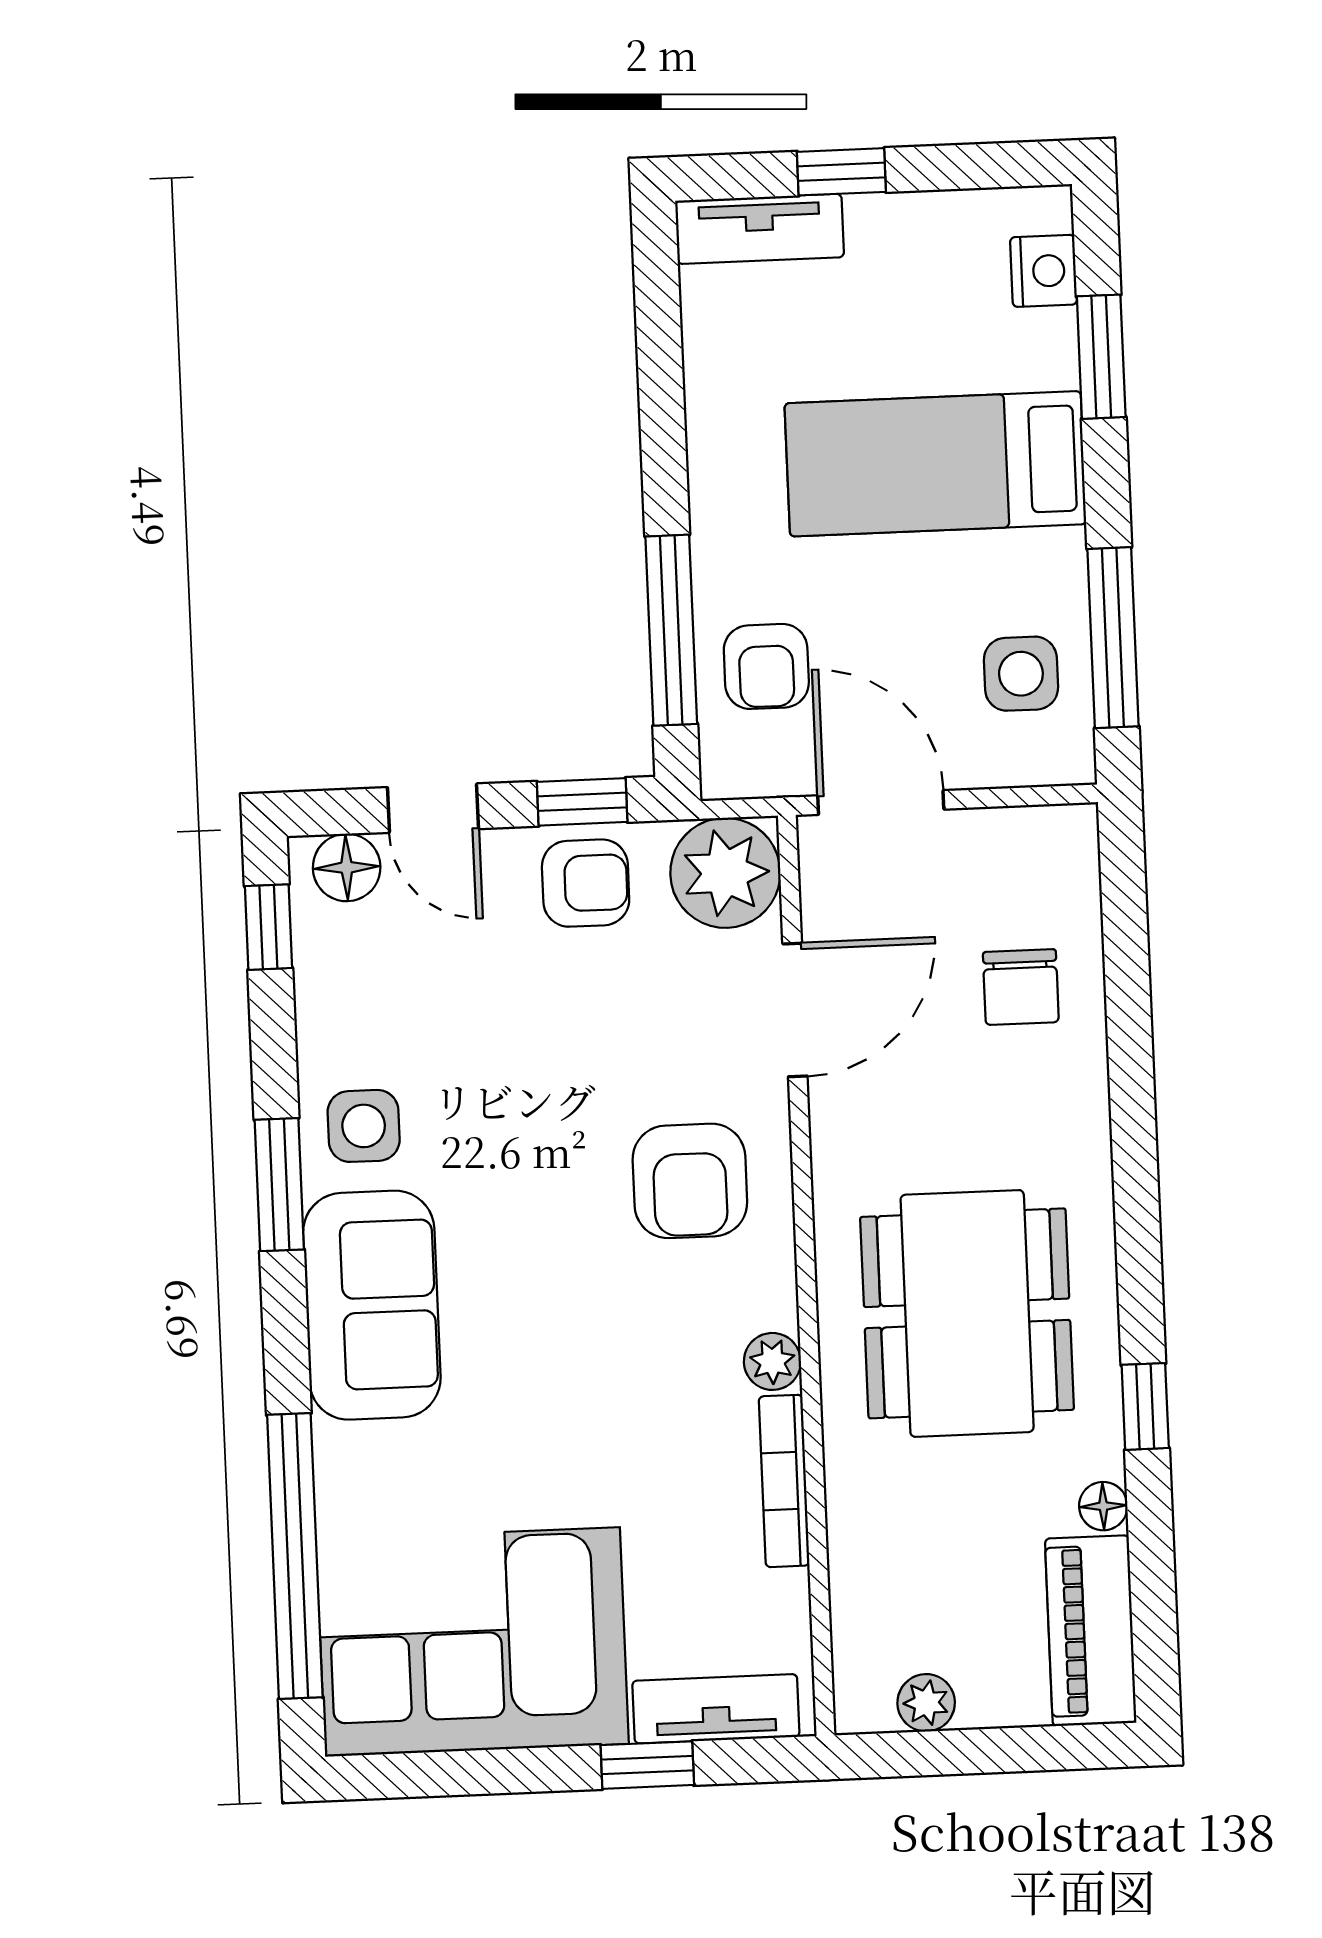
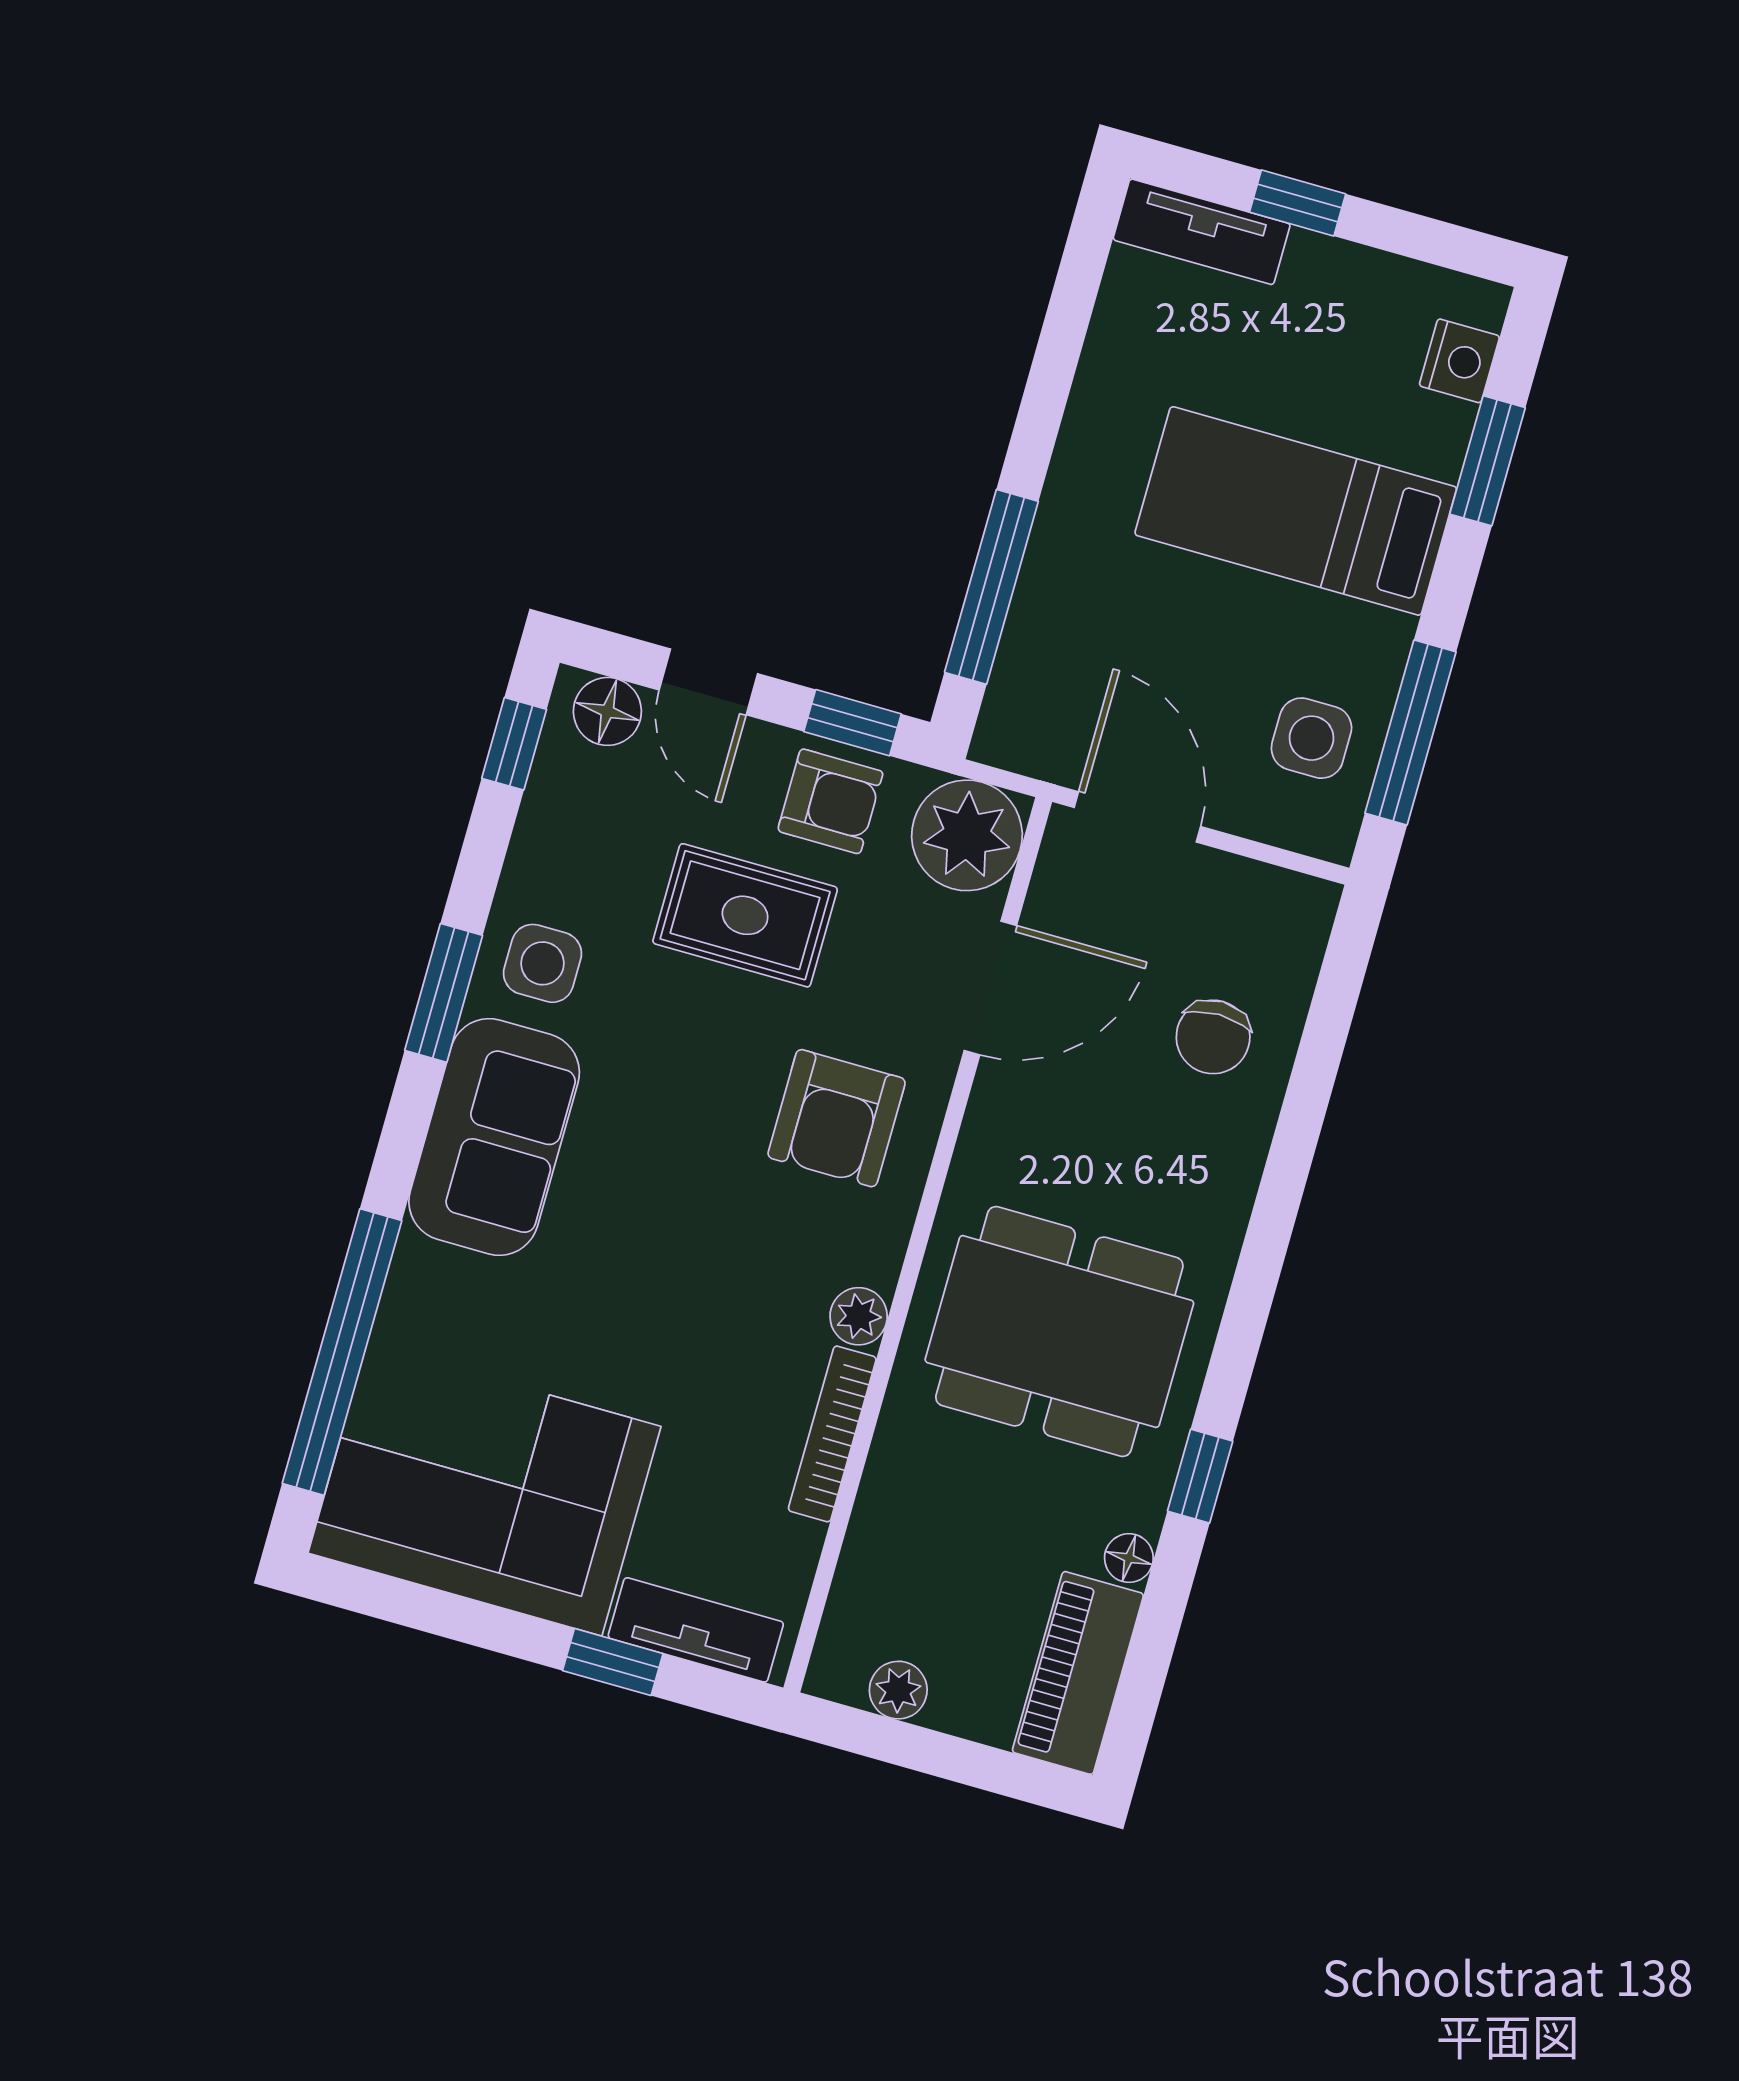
armchair: (766, 666) -> (1071, 651), removed
rug: (540, 1017) -> (745, 915), added
dining table: (967, 1313) -> (1059, 1331), turned 90

